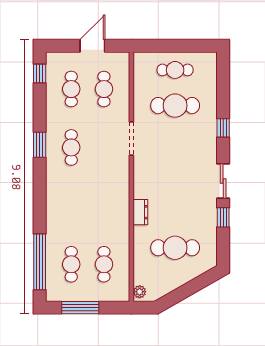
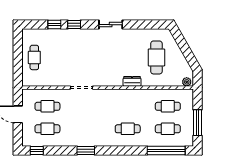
cafe table: (175, 106) -> (59, 57), removed
cafe table: (71, 147) -> (128, 129), moved
window: (223, 217) -> (54, 25), moved

